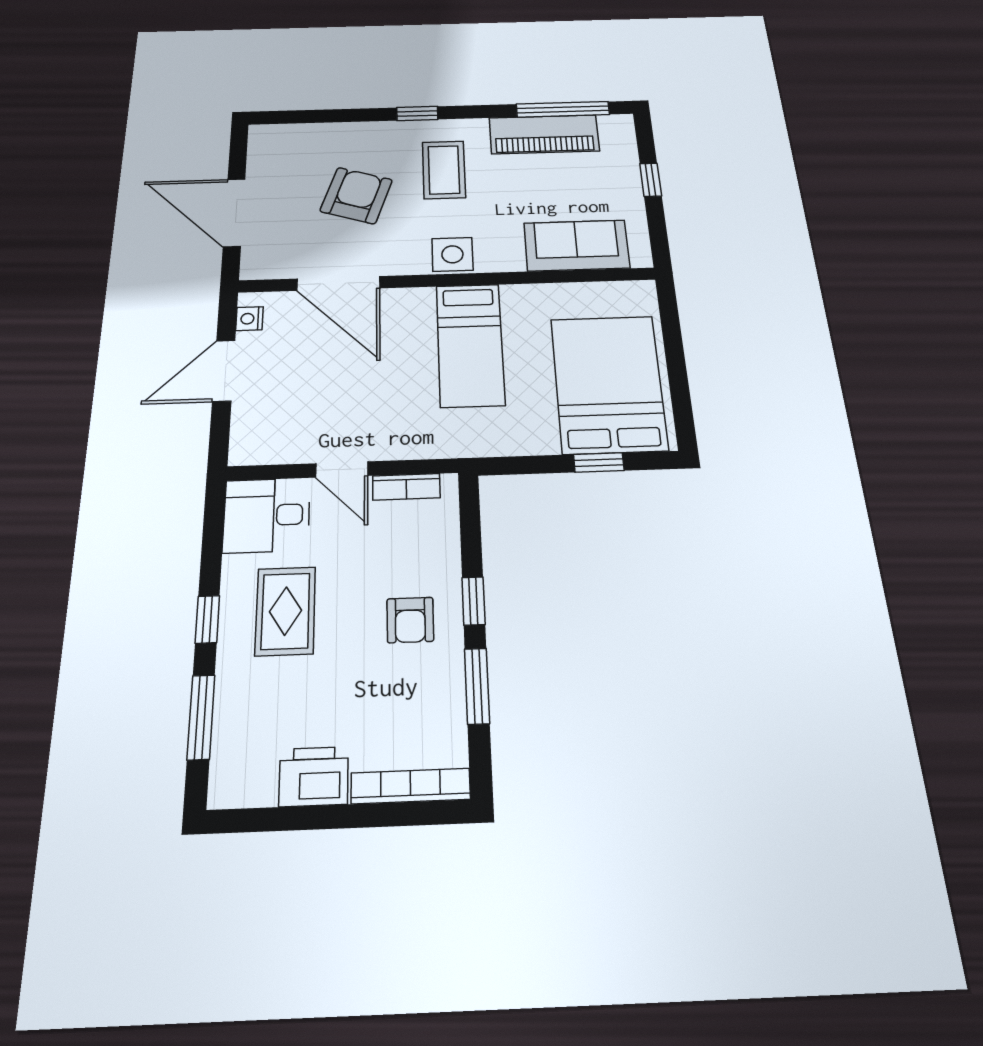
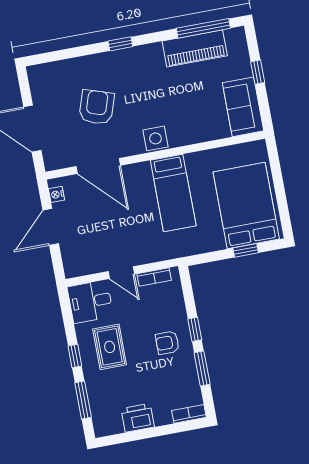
coffee table: (444, 170) -> (142, 82), removed
sofa: (577, 245) -> (243, 107), moved, turned -90
armchair: (410, 620) -> (167, 343), turned 90
bookcase: (411, 786) -> (189, 414), width x0.64

